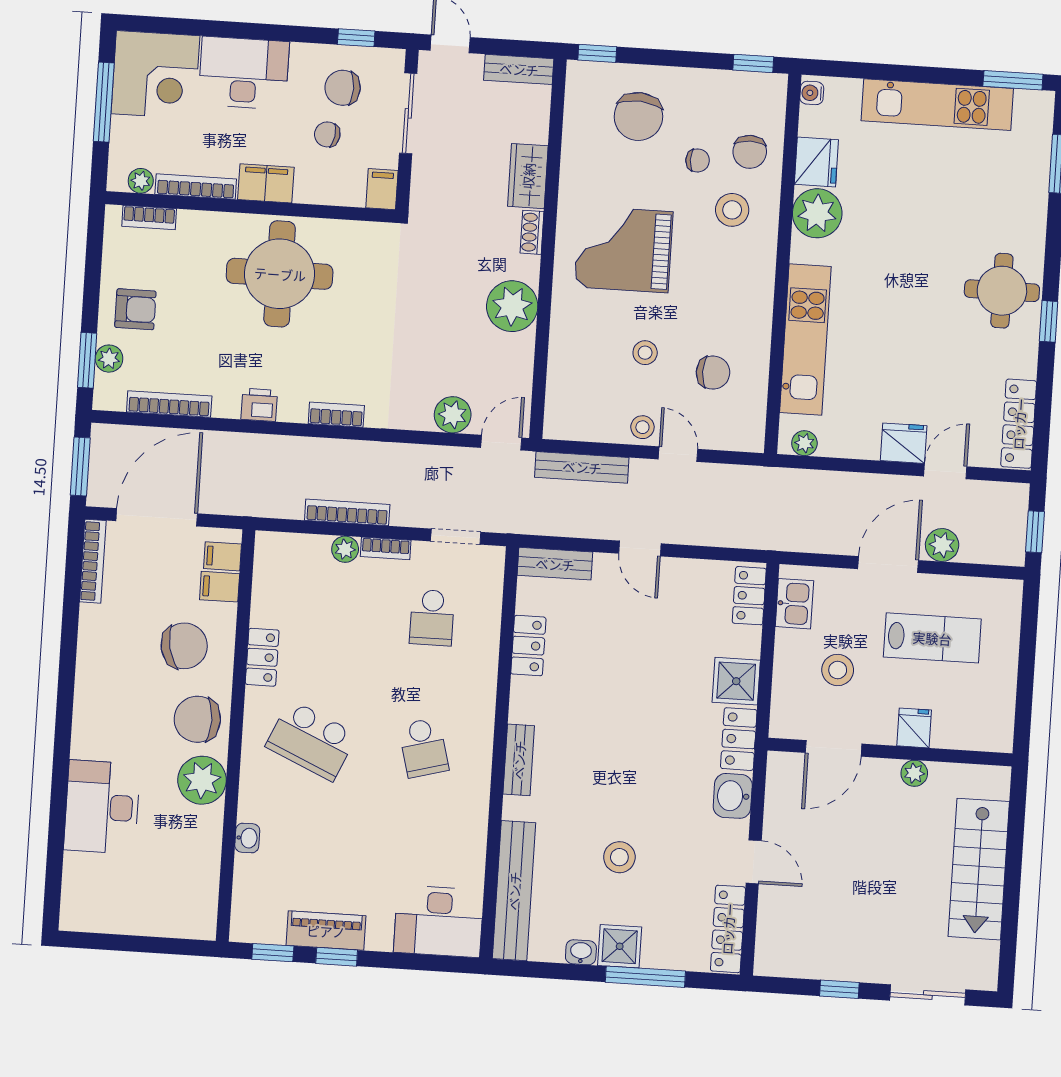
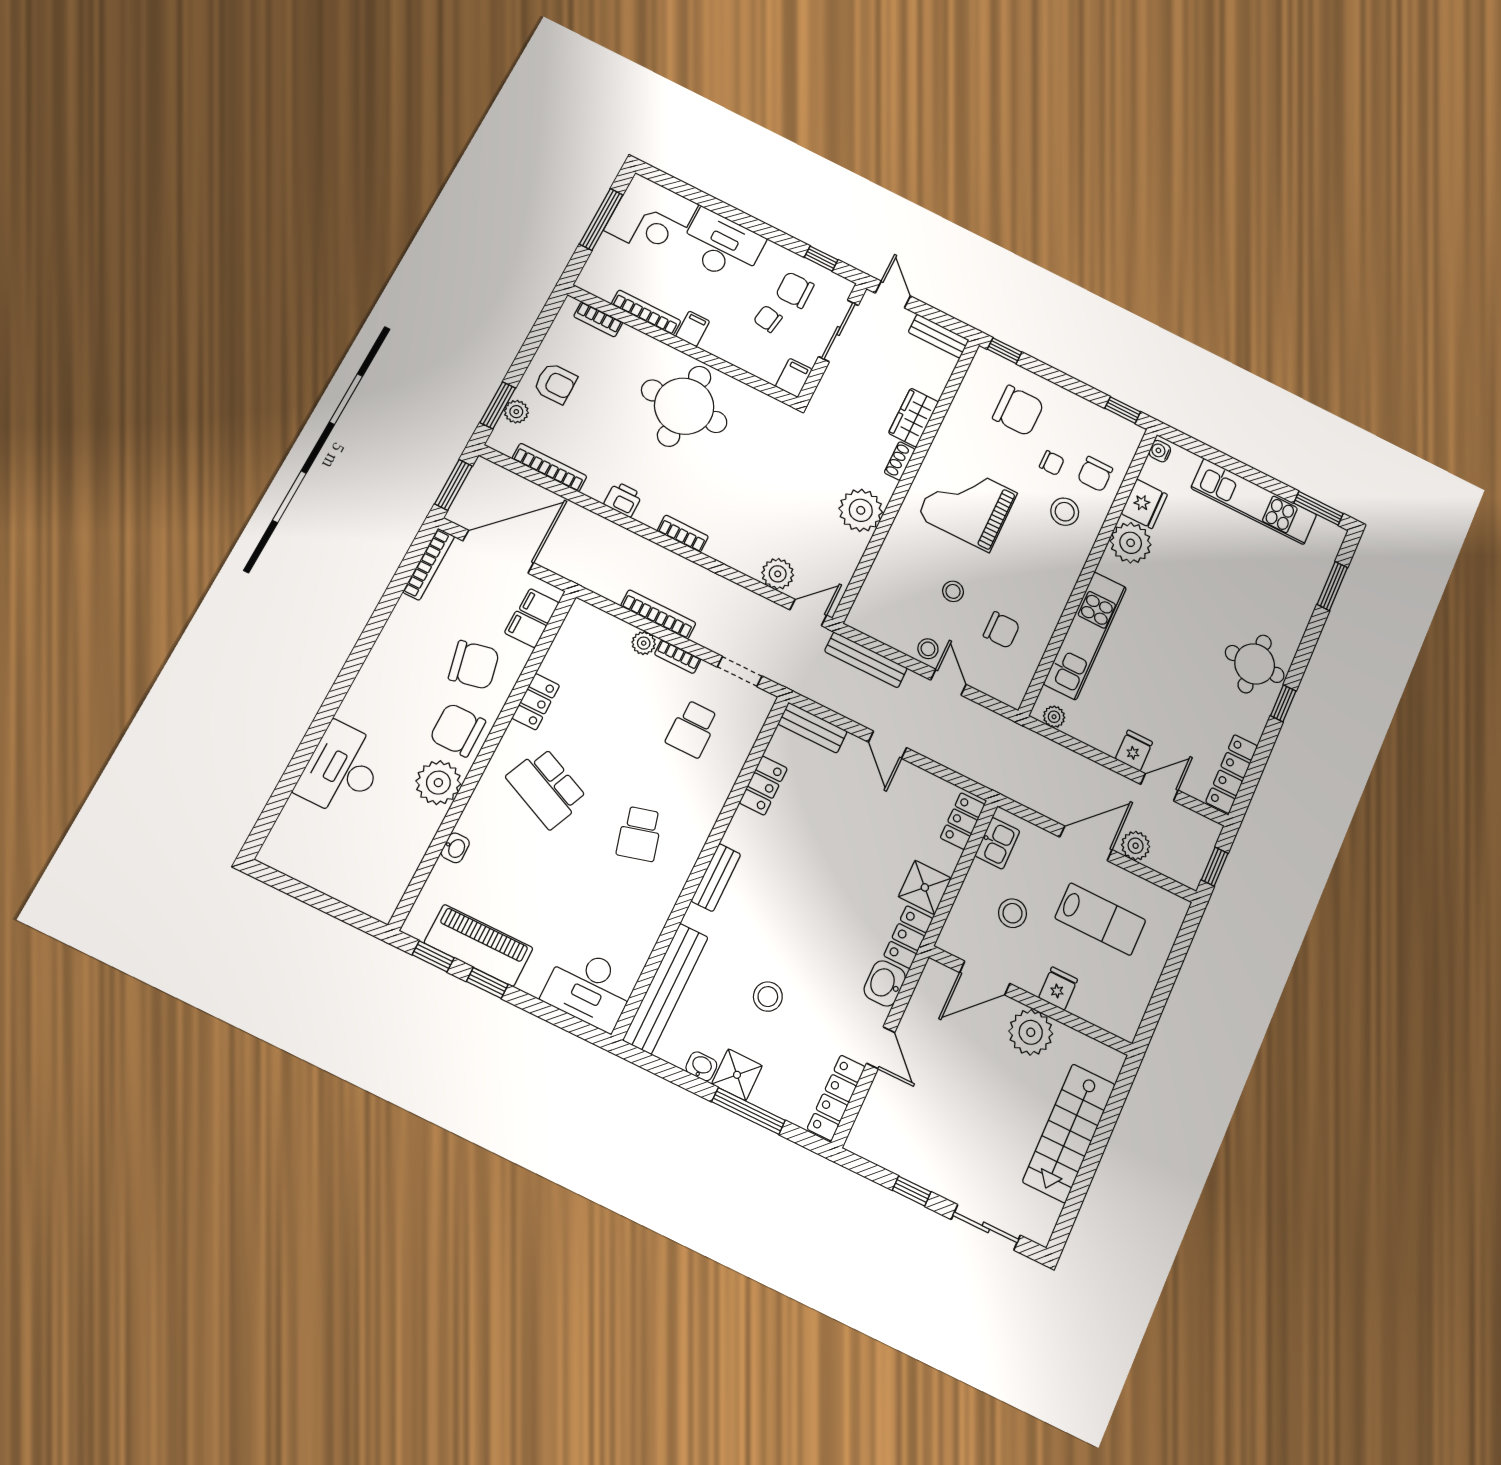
chair: (638, 116) -> (1018, 411), turned -94
plant: (141, 181) -> (604, 289), removed
filing cabinet: (266, 183) -> (693, 329), width x0.50
fridge: (904, 443) -> (1134, 751), width x0.72
plant: (914, 773) -> (1031, 1032), width x1.87, depth x1.87
piano: (326, 931) -> (479, 945), width x1.37, depth x1.33

